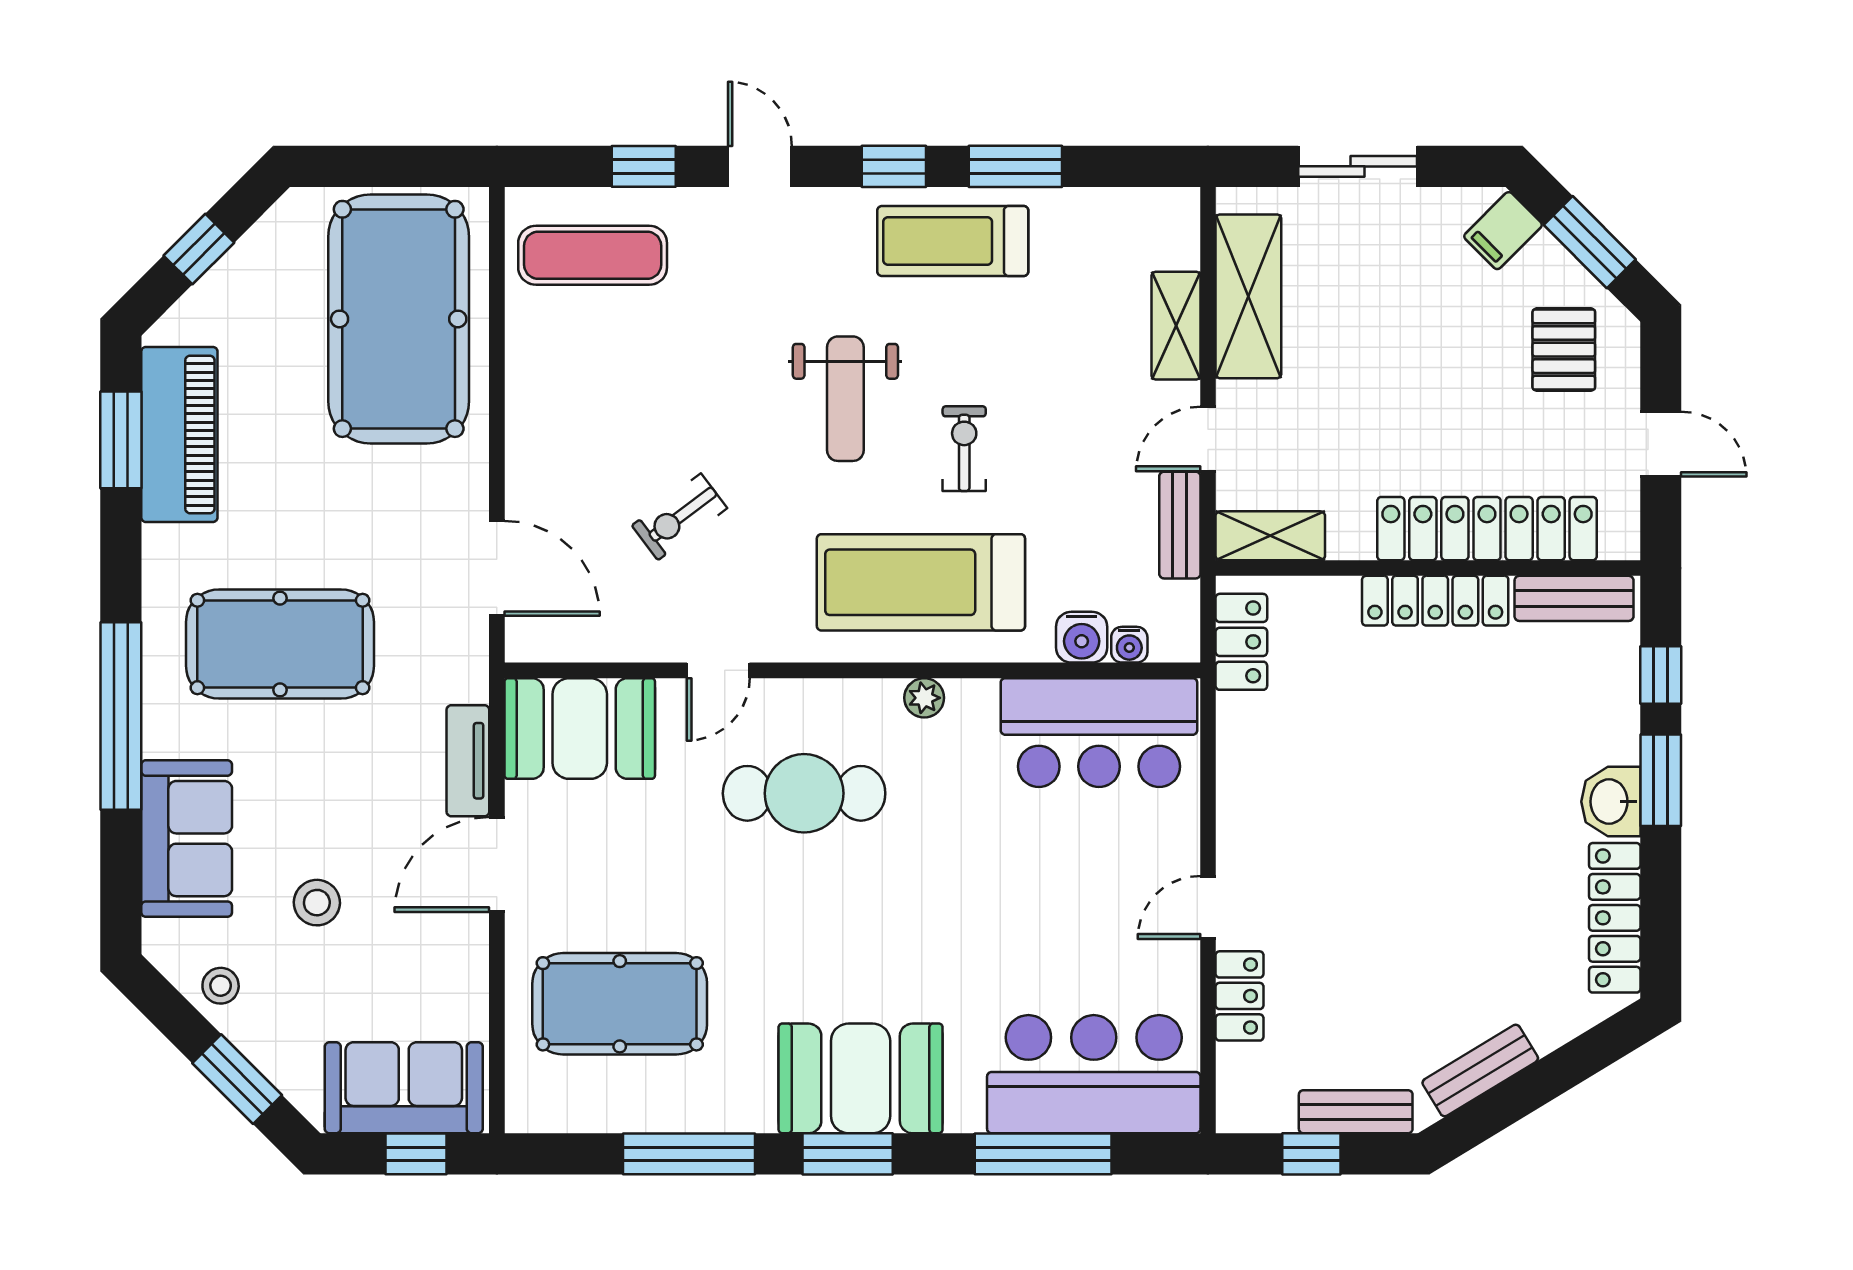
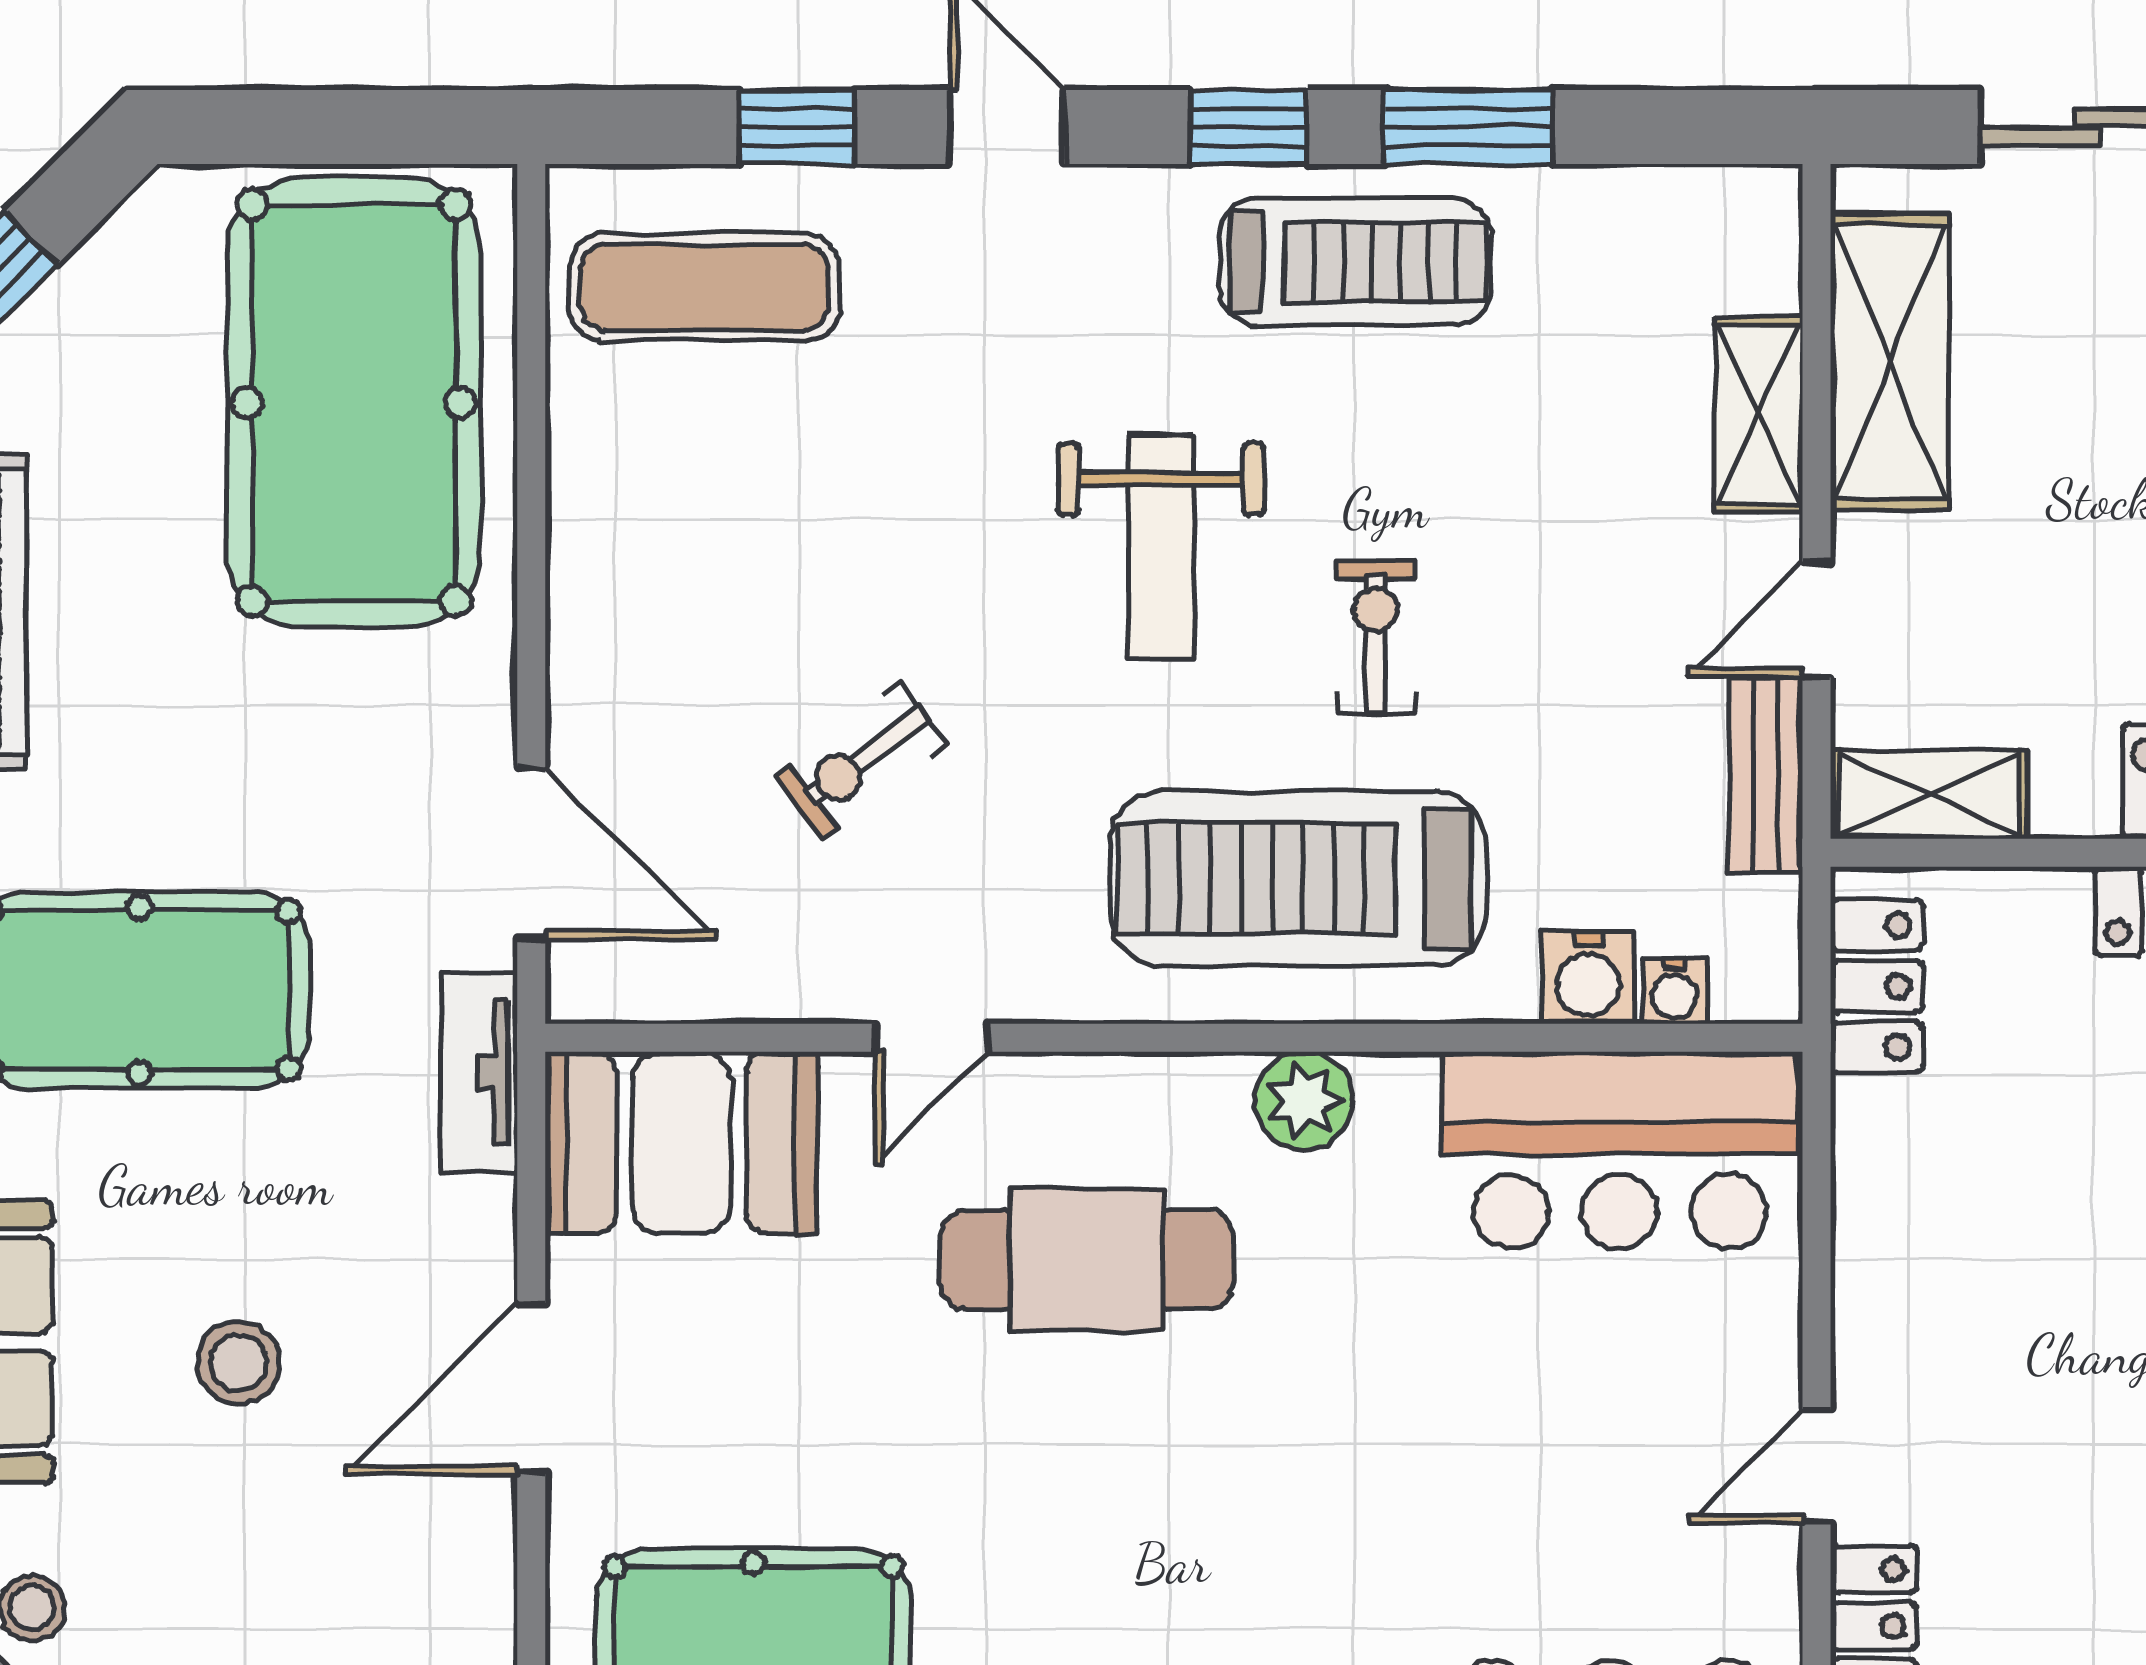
treadmill: (953, 241) -> (1355, 262), turned 180
plant: (924, 698) -> (1304, 1101), width x1.38, depth x1.38
tv unit: (468, 761) -> (479, 1072), moved
stool: (317, 903) -> (239, 1363), moved

